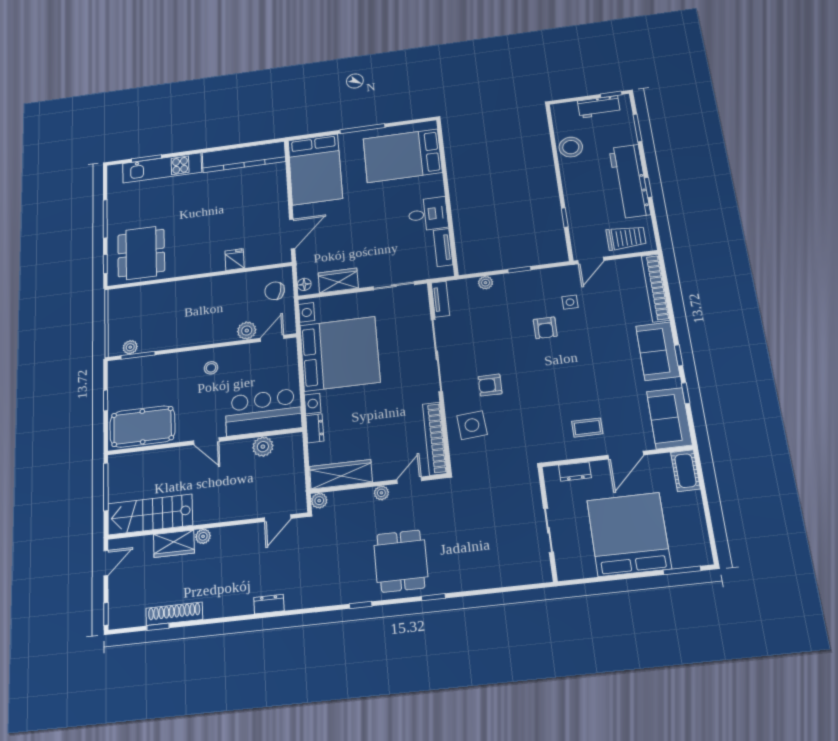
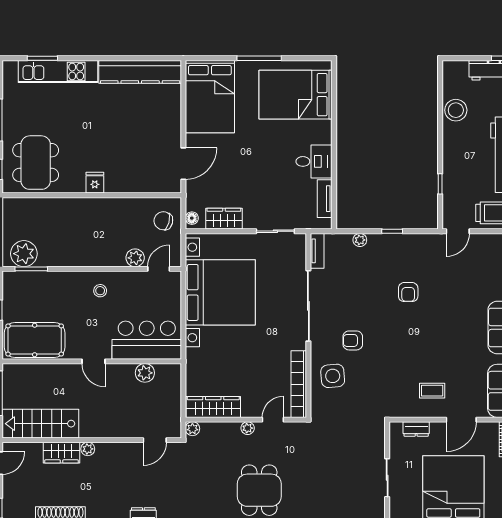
fridge: (235, 260) -> (95, 183), moved
side table: (570, 302) -> (433, 270), removed
plant: (130, 347) -> (24, 254), width x1.88, depth x1.88
dresser: (315, 428) -> (193, 361), removed

